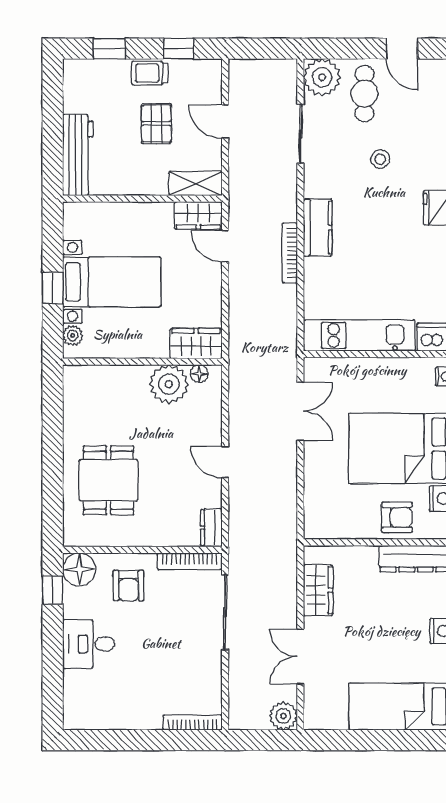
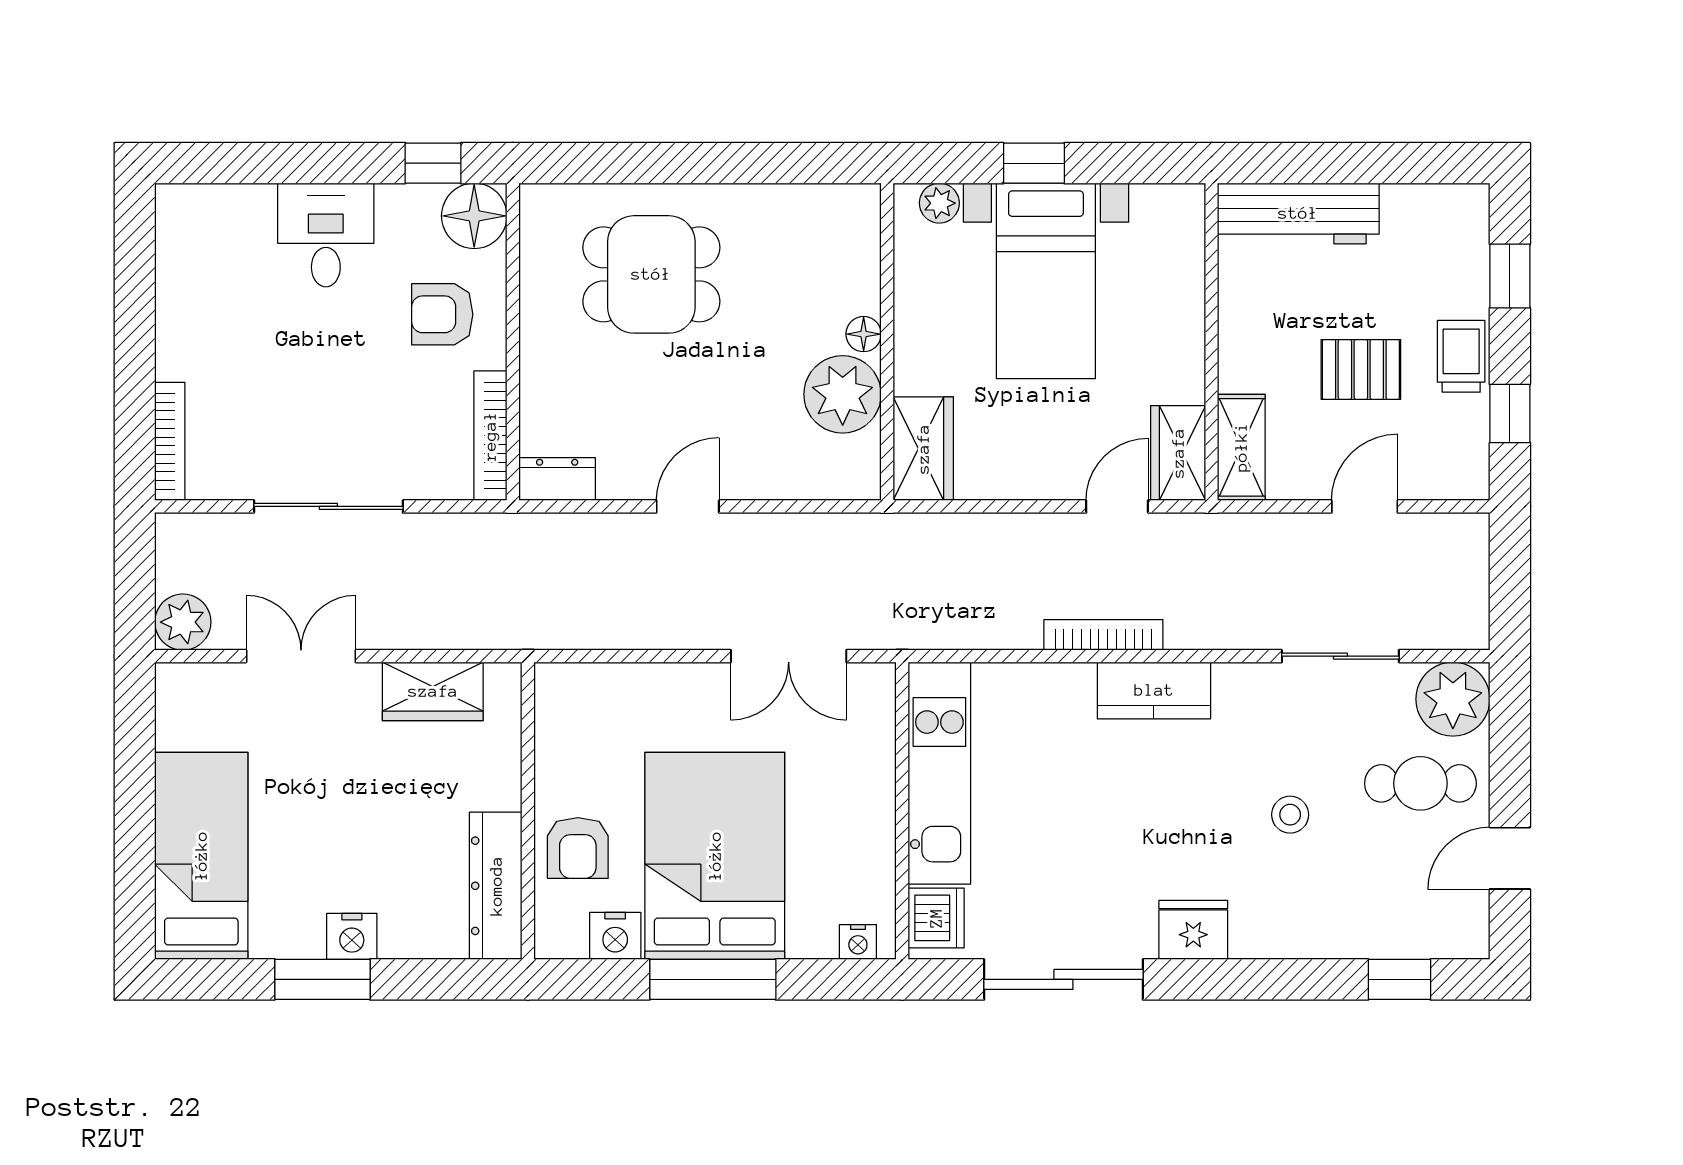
floor lamp: (199, 374) -> (864, 334), moved
sliding door: (225, 612) -> (328, 506), moved

